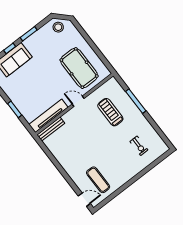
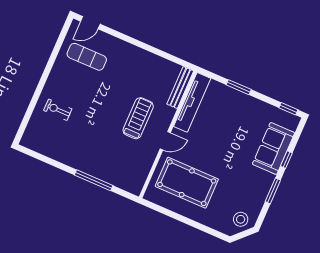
treadmill: (110, 112) -> (138, 118), moved, turned -90
exercise bike: (139, 146) -> (58, 110), moved

